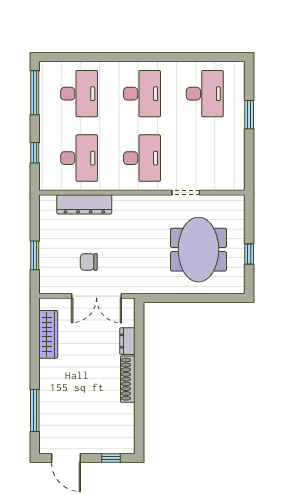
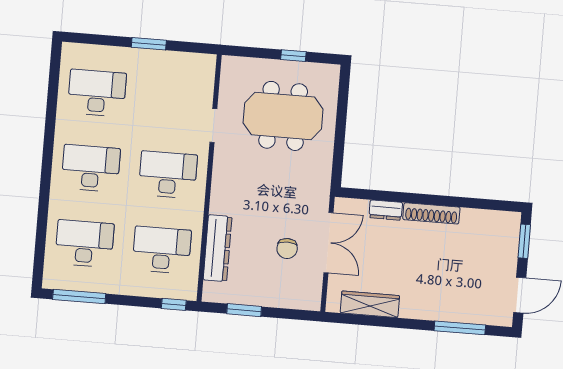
window: (249, 115) -> (149, 44), moved
window: (35, 153) -> (174, 304), moved
window: (35, 255) -> (244, 310), moved
window: (111, 458) -> (524, 241), width x1.50

